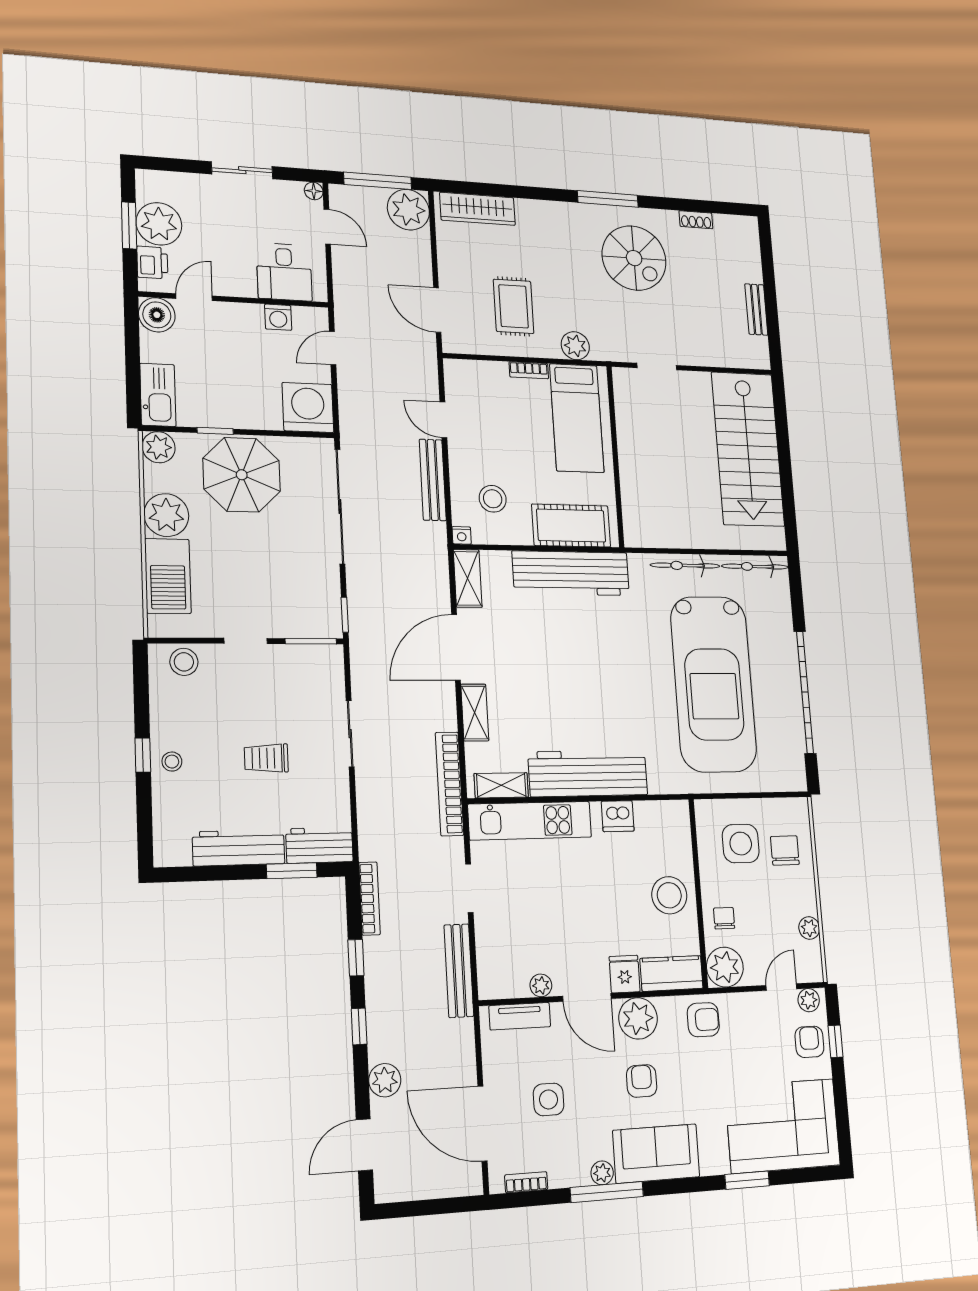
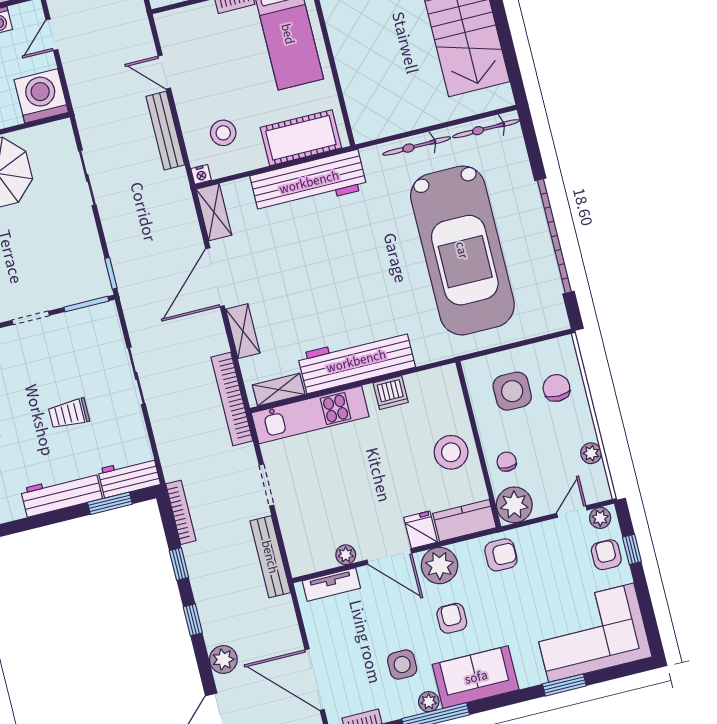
sliding door: (340, 506) -> (87, 178), width x0.54
side table: (549, 1099) -> (402, 665), moved

